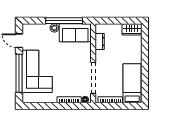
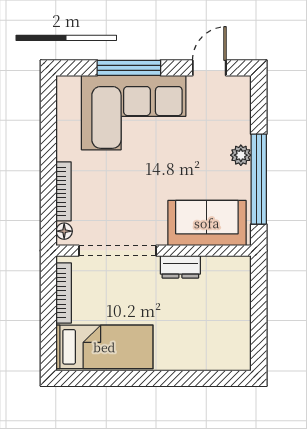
wardrobe: (132, 29) -> (237, 347), removed
sofa: (75, 33) -> (207, 223), moved, turned 90
dresser: (100, 41) -> (180, 267), moved
window: (19, 73) -> (129, 68), width x0.68

